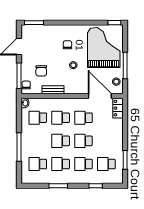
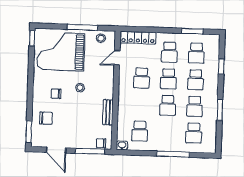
chair: (41, 71) -> (46, 118), moved
door: (100, 96) -> (117, 58), width x0.53
locker: (118, 108) -> (138, 38), width x1.53
school desk: (61, 118) -> (169, 52), moved

